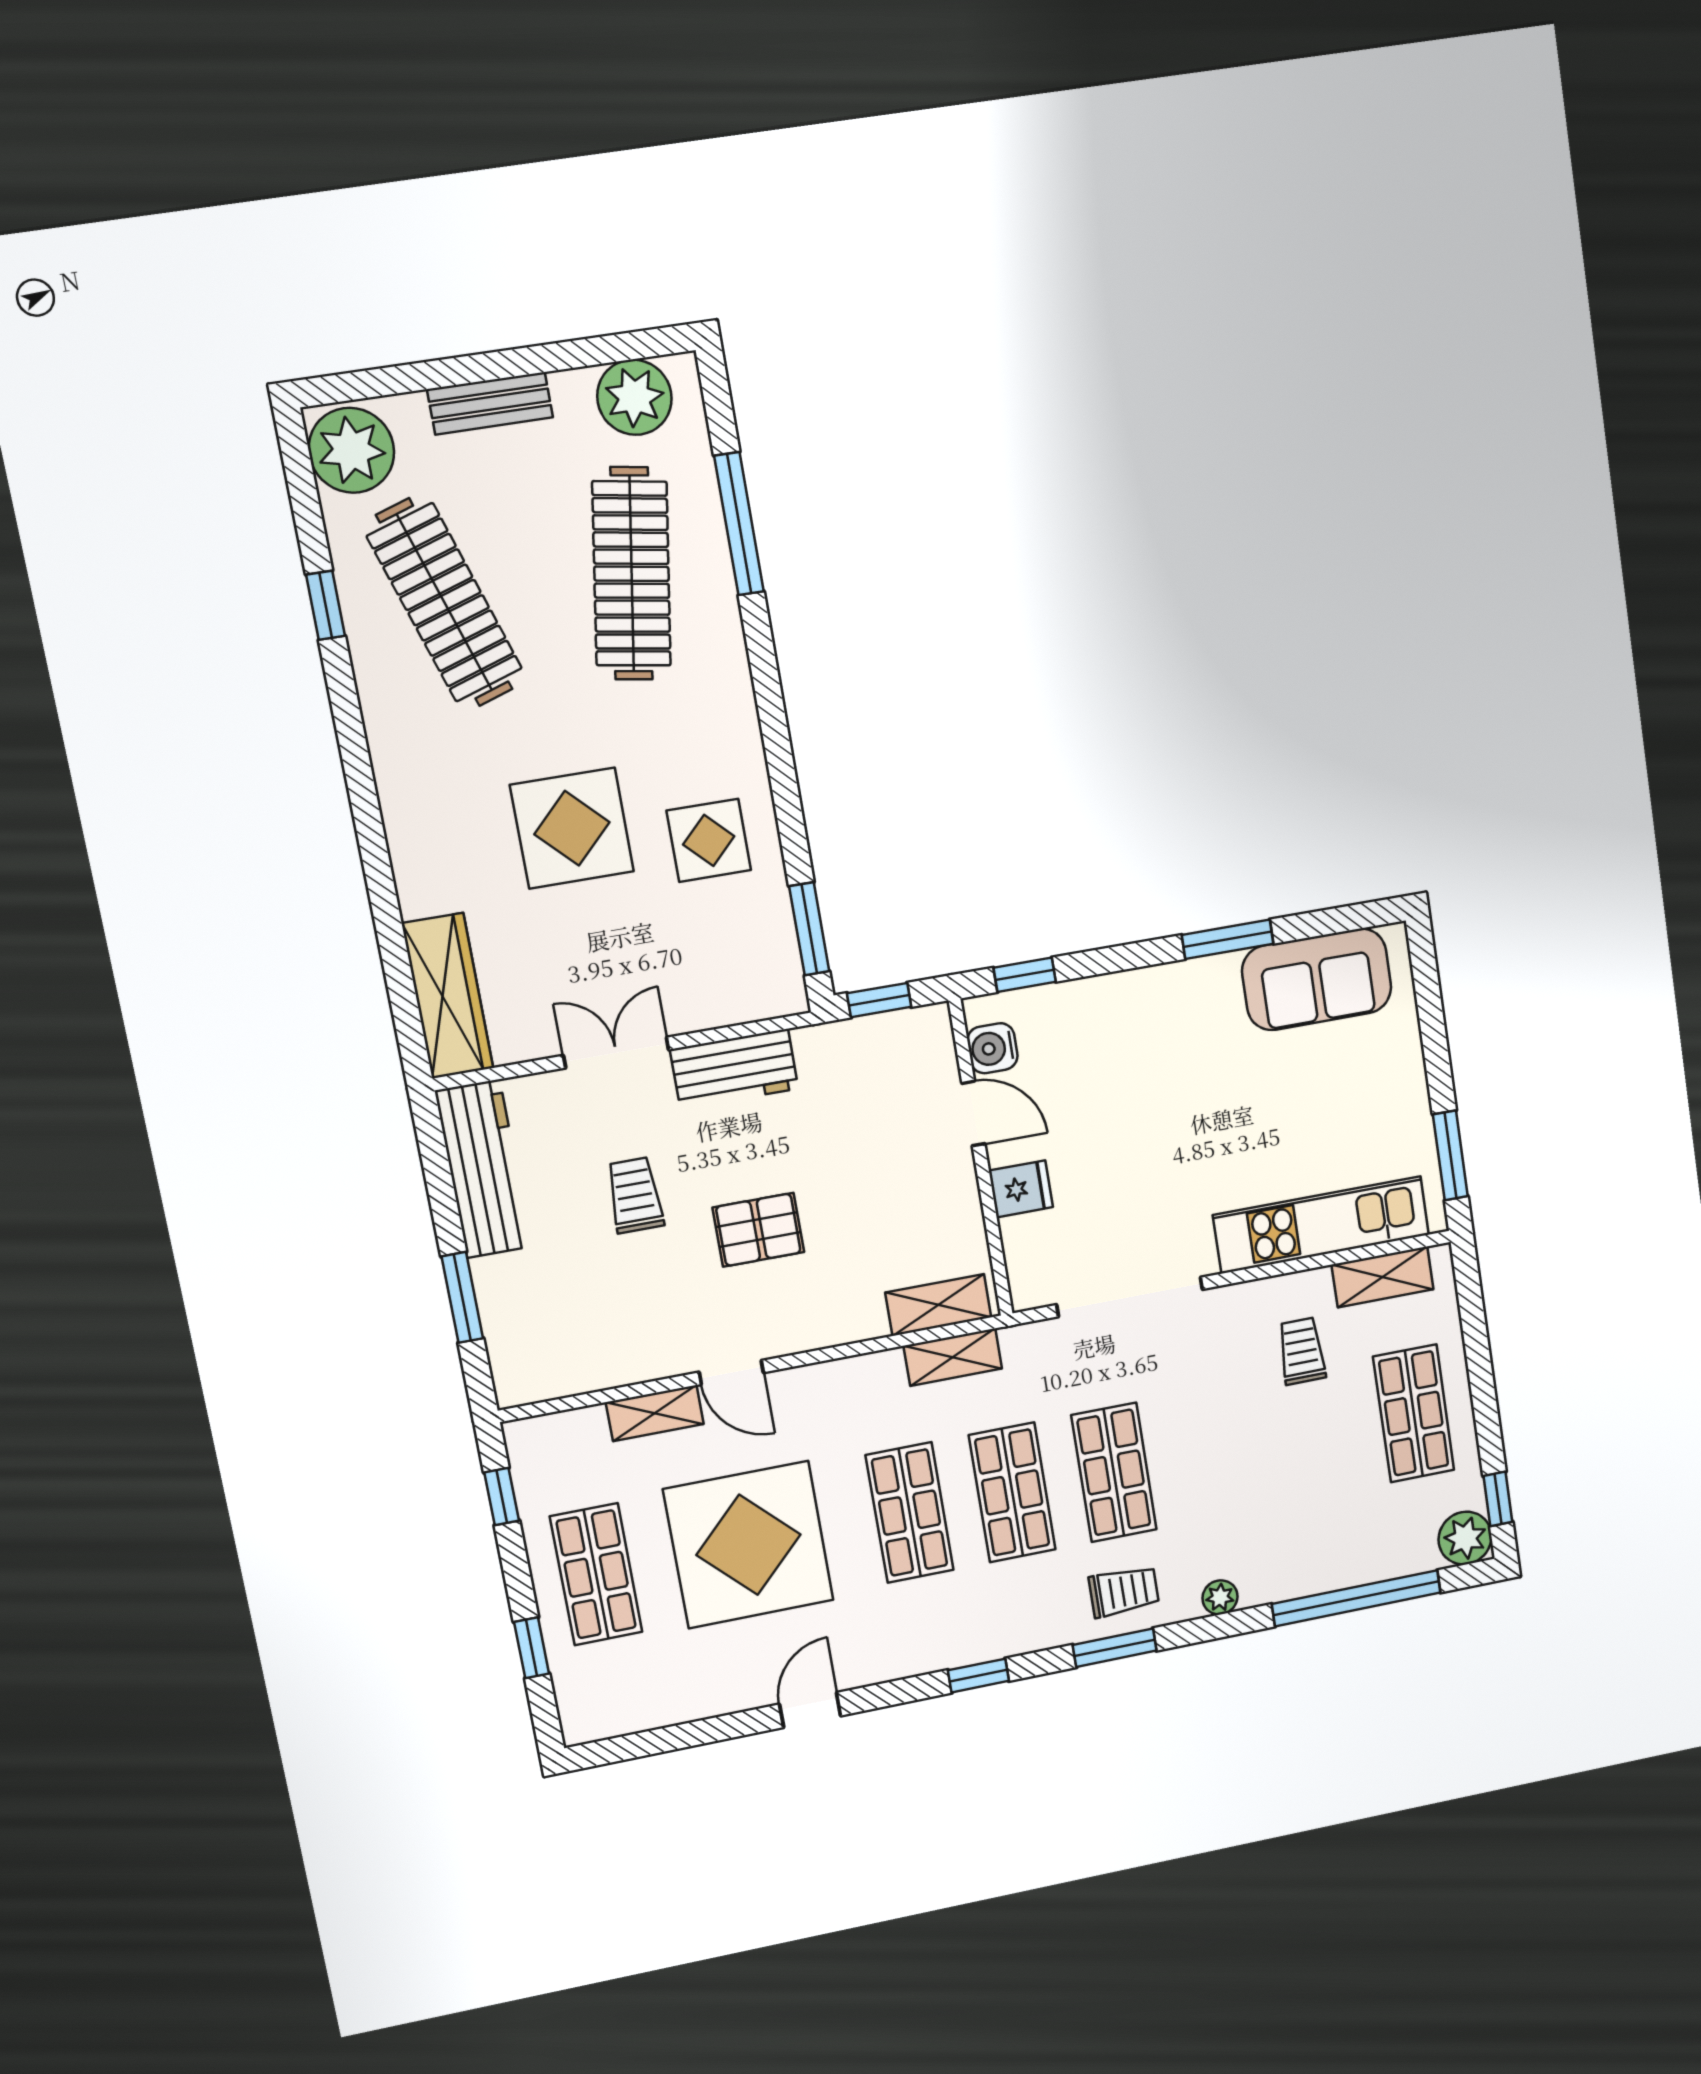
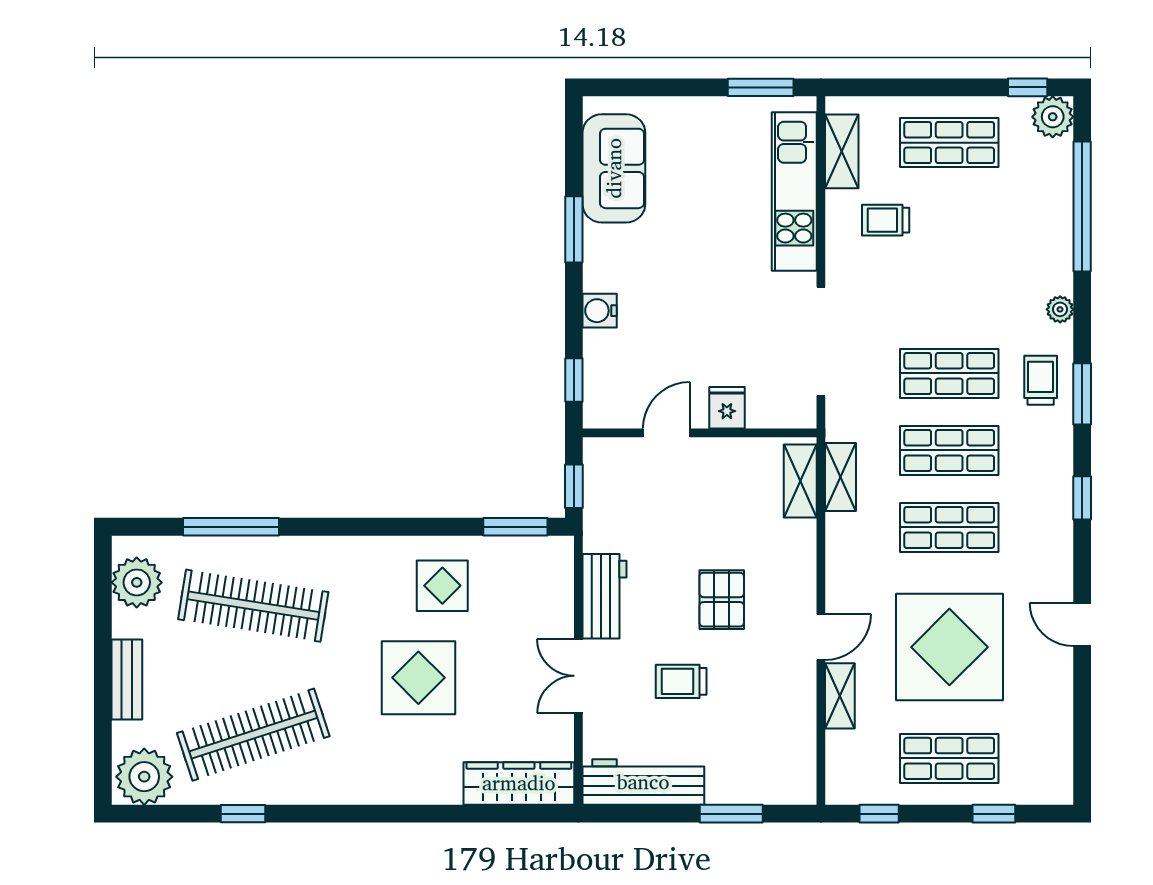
water cooler: (992, 1048) -> (600, 311), moved, turned 90

